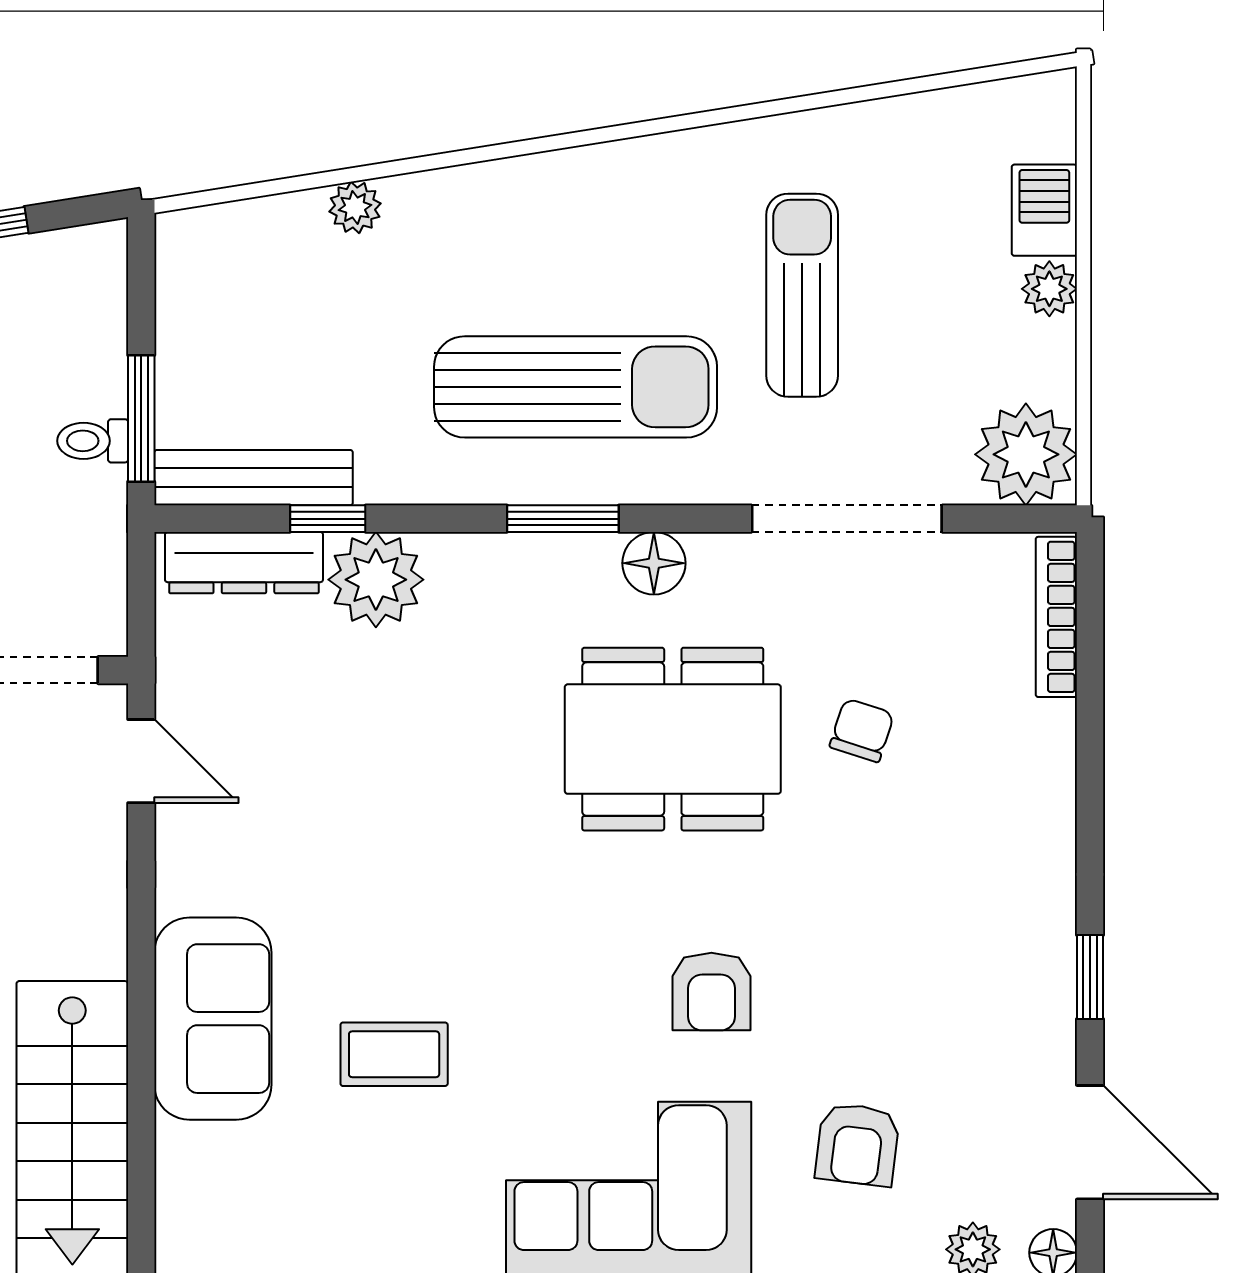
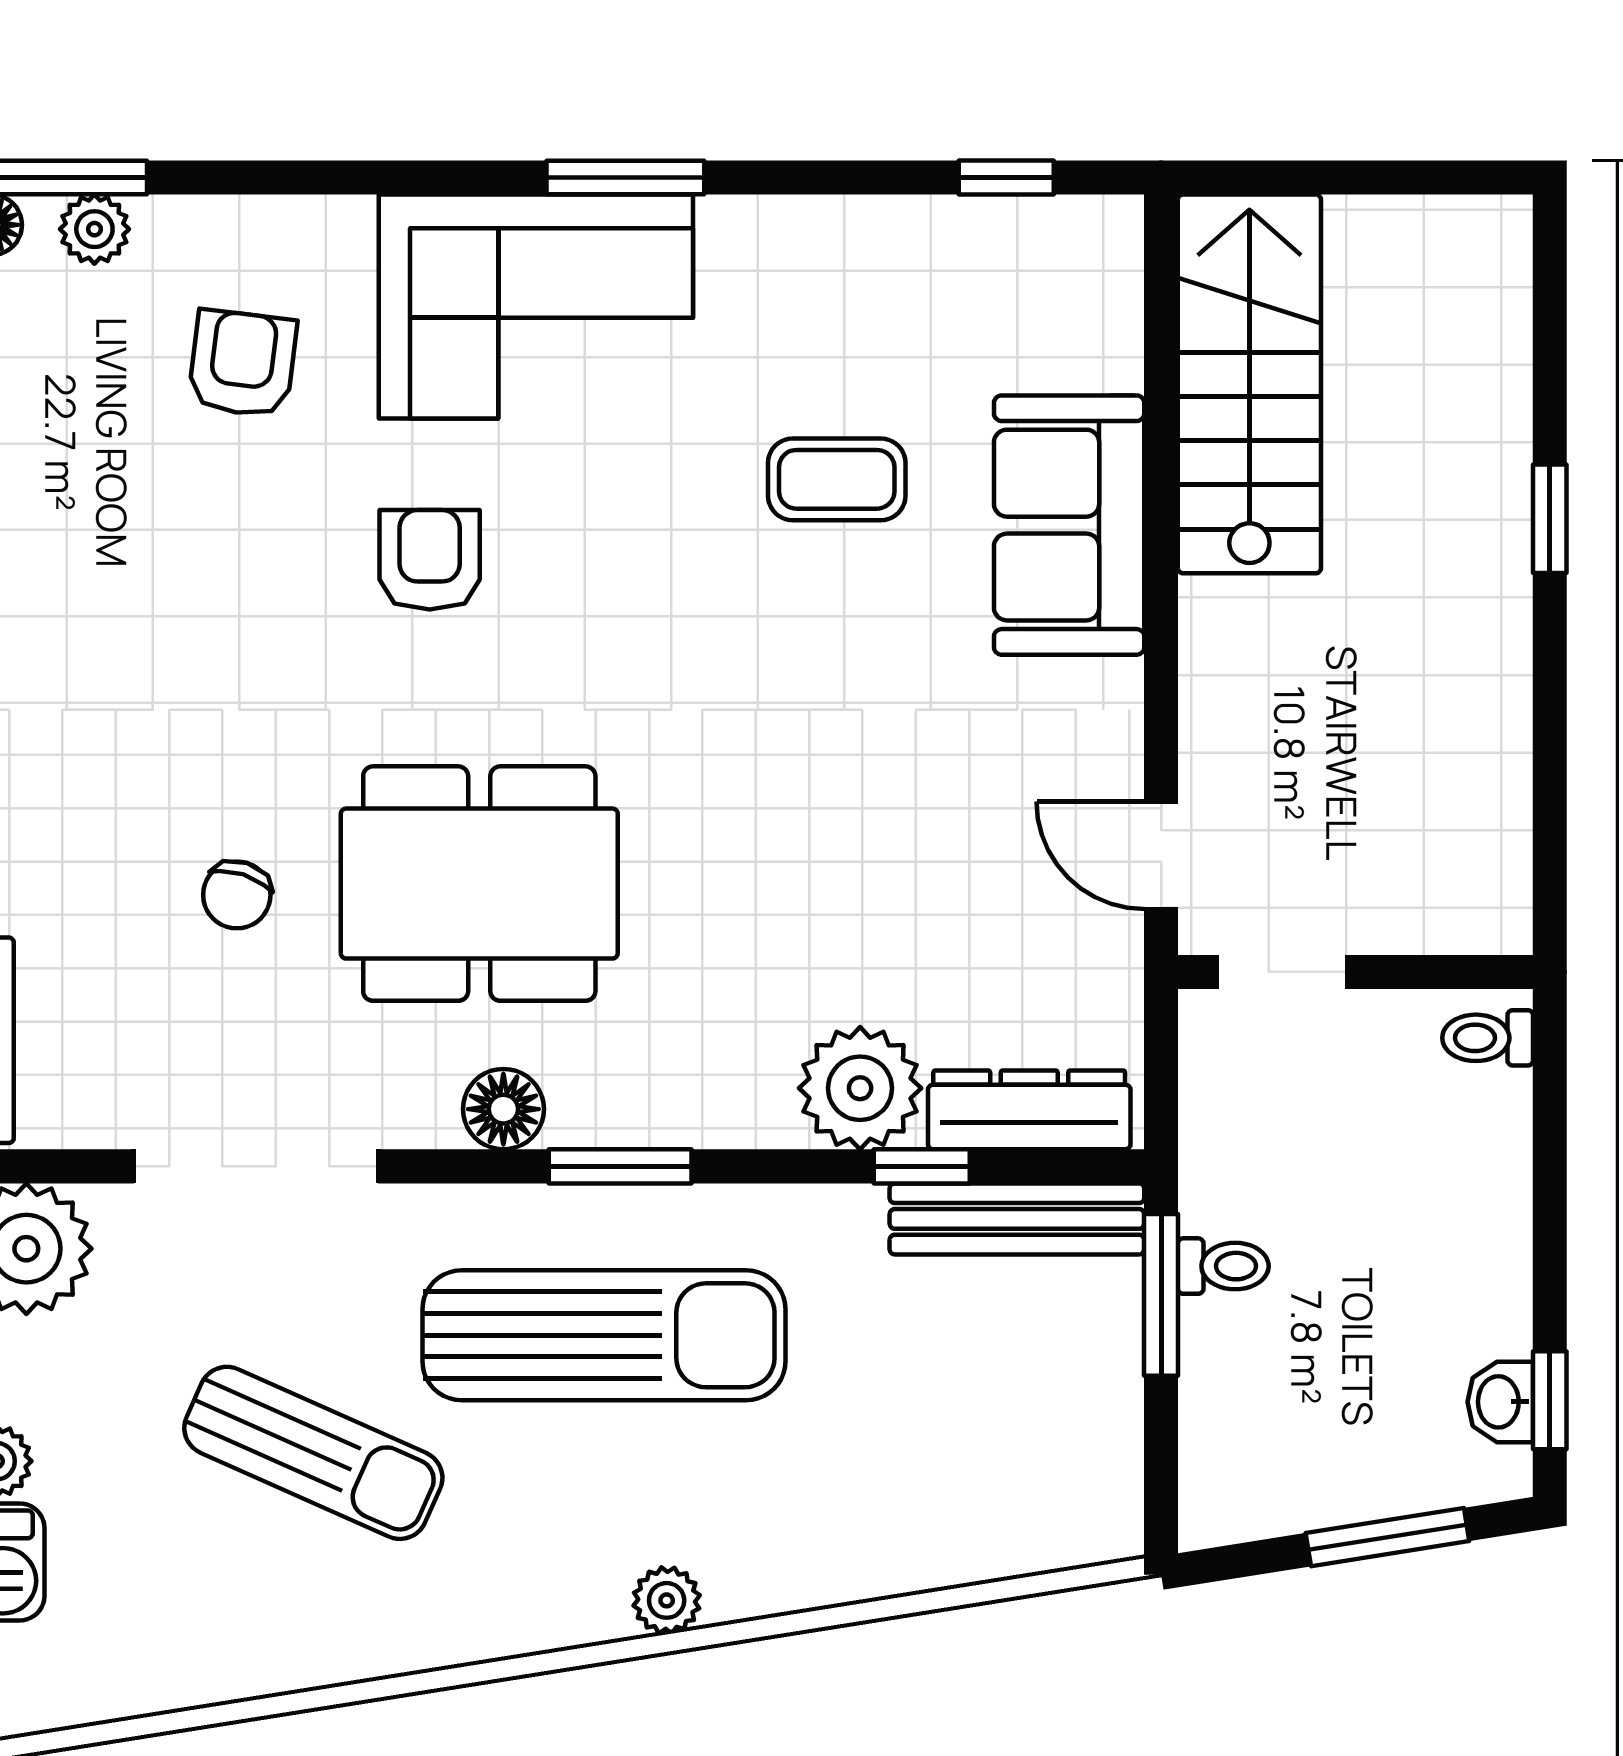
plant: (355, 207) -> (667, 1600), moved
sun lounger: (802, 295) -> (313, 1453), turned -66
sun lounger: (576, 387) -> (604, 1335), turned 180

